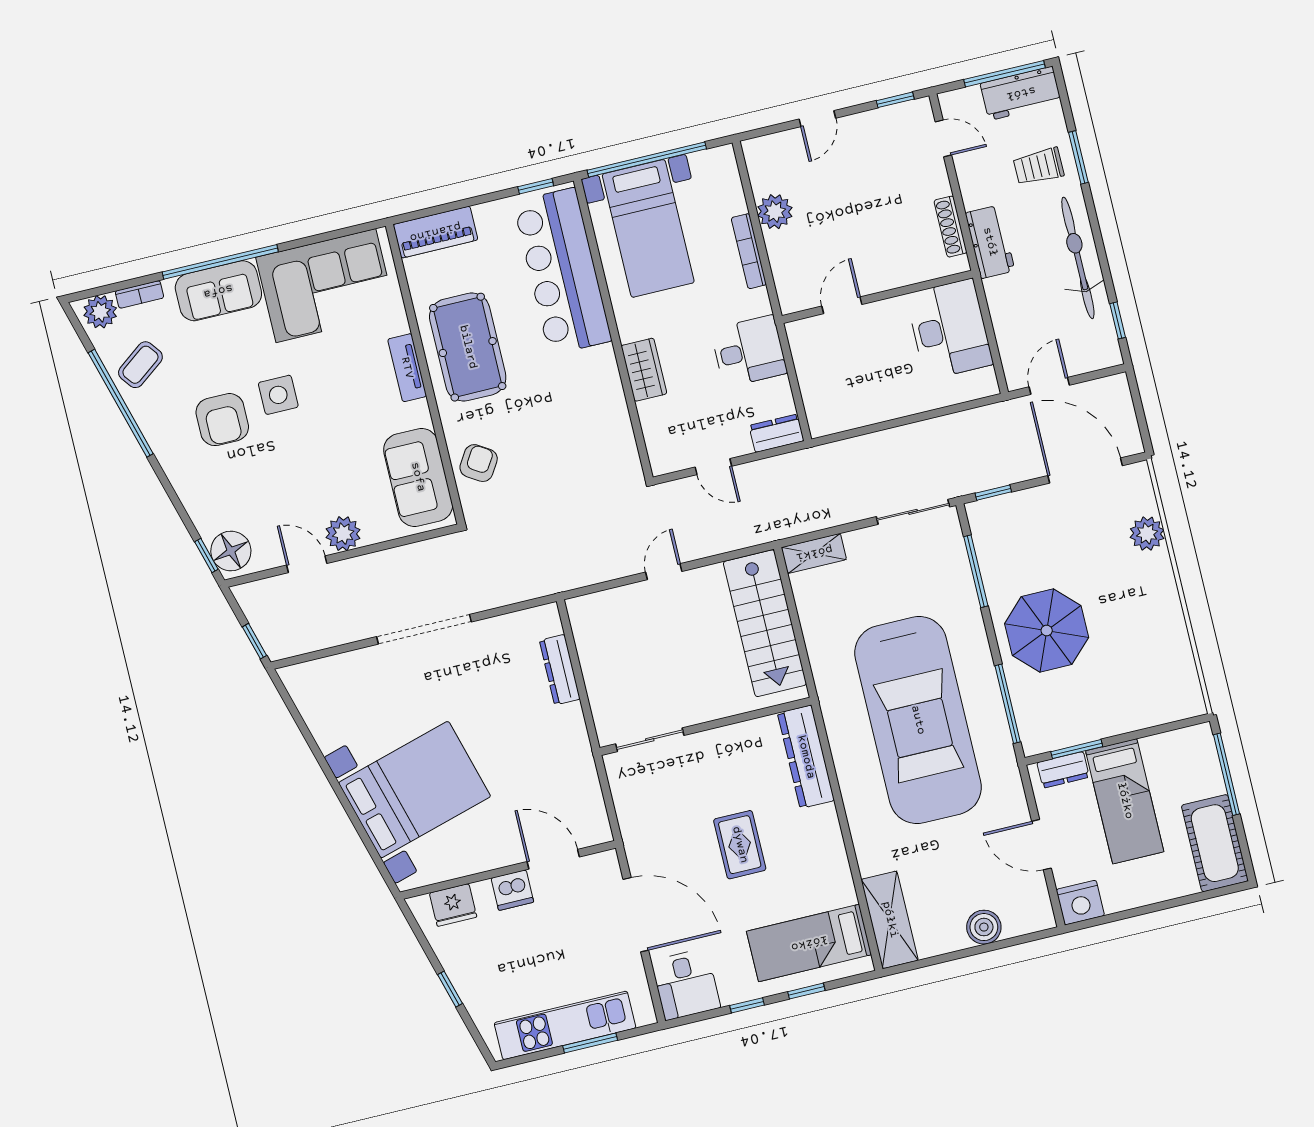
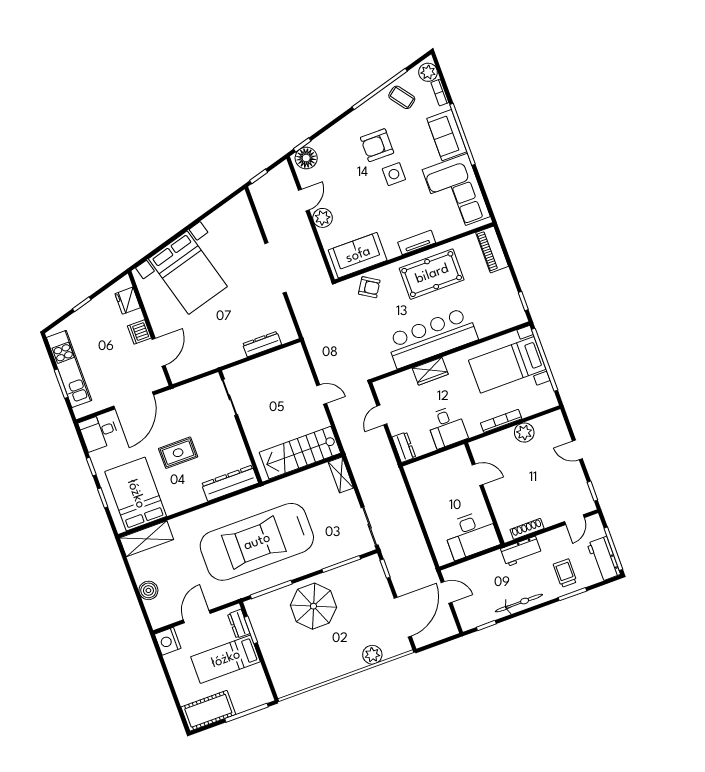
bicycle: (1078, 258) -> (519, 603), width x0.73, depth x0.71
bar counter: (562, 271) -> (432, 338), moved
bed: (809, 943) -> (136, 494), width x1.50

